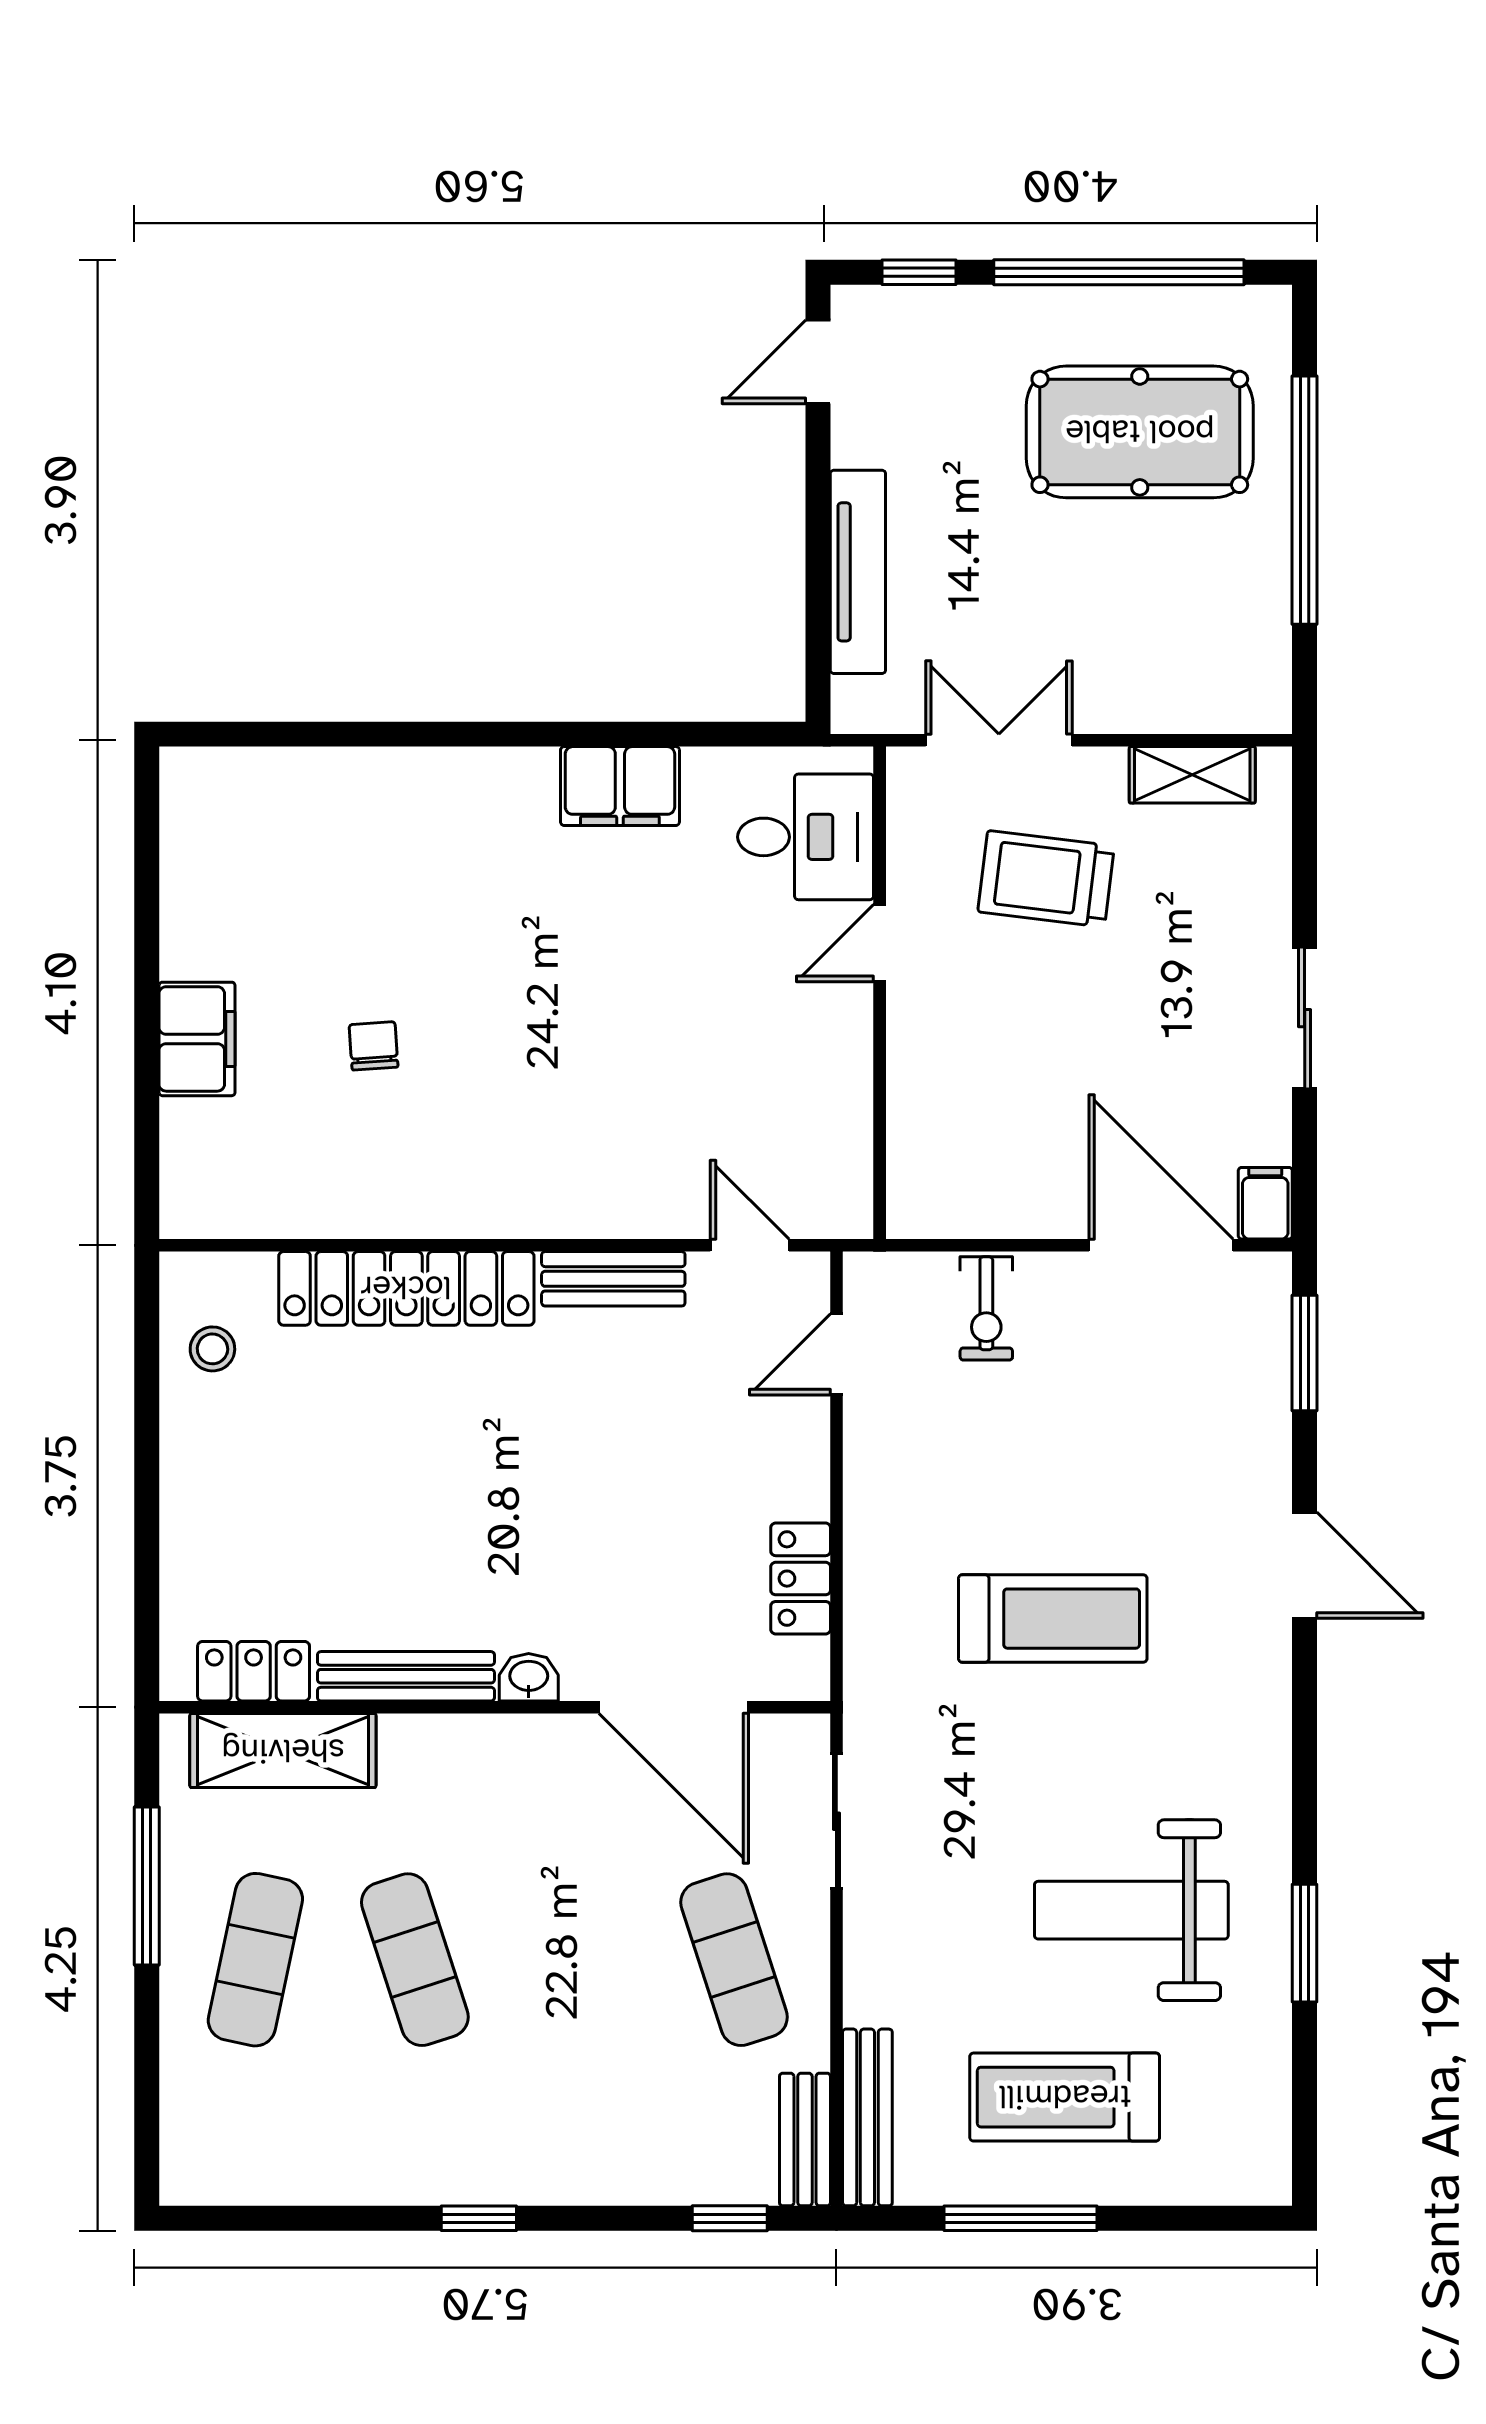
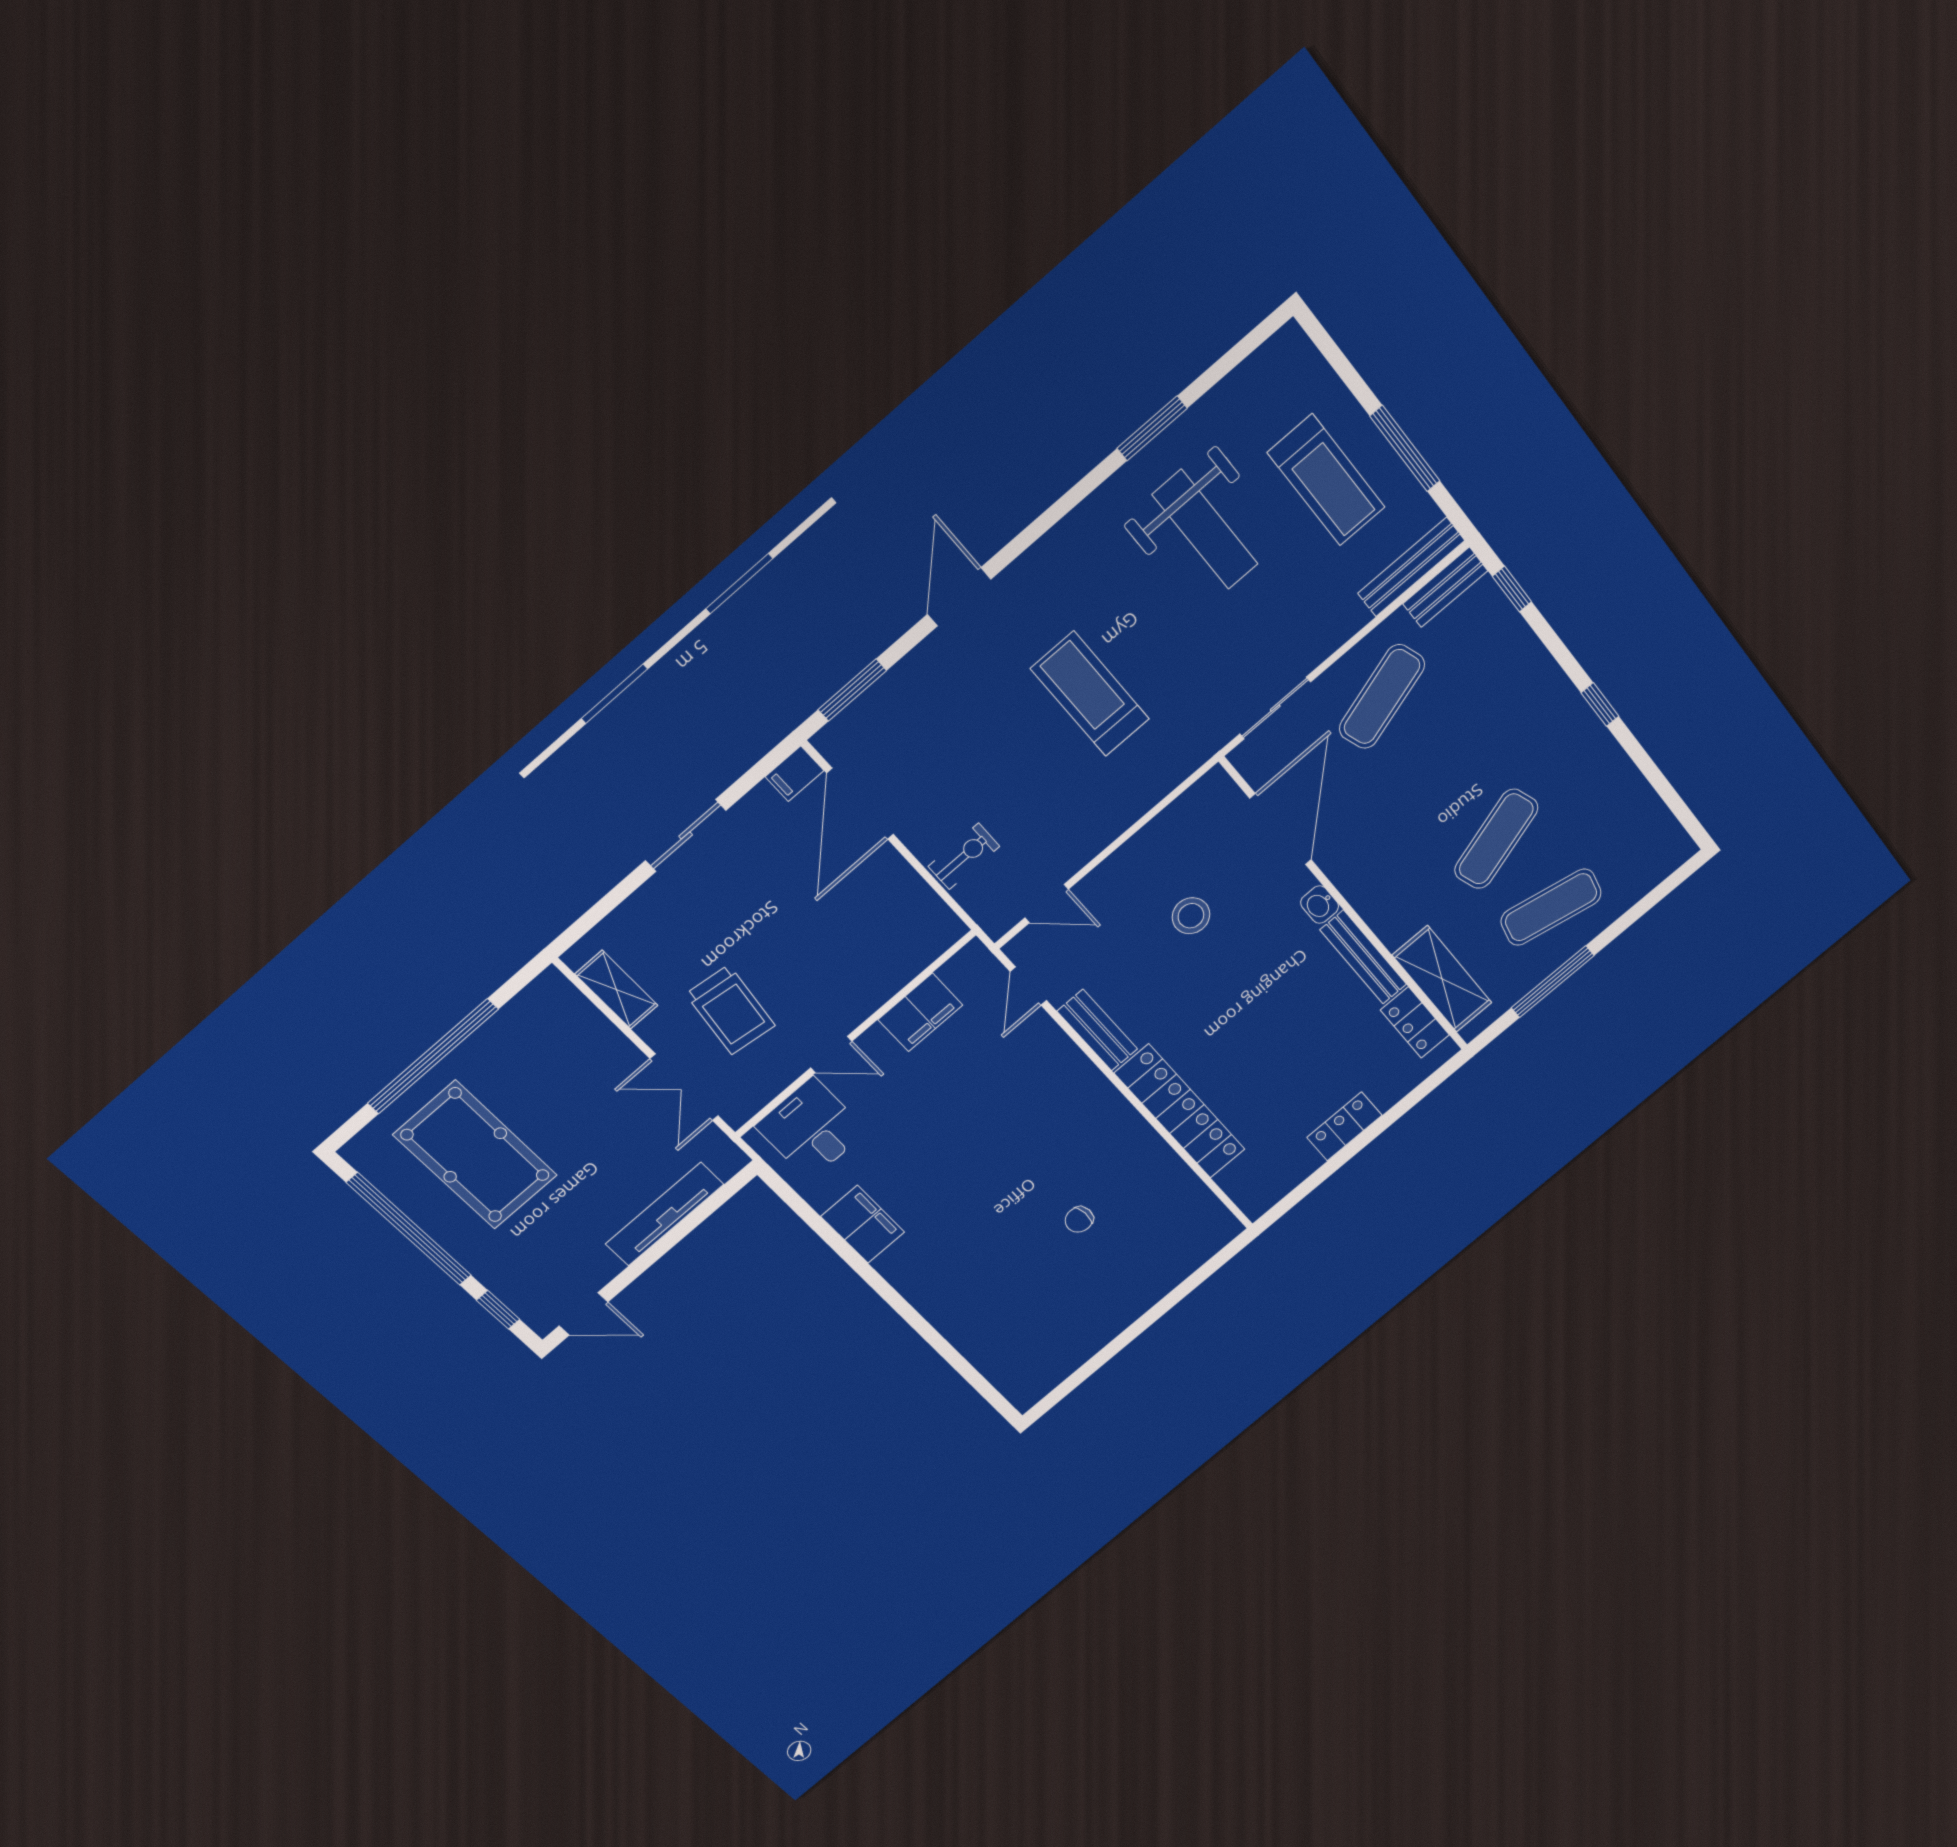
filing cabinet: (197, 1039) -> (920, 1012), moved, turned 180
stool: (212, 1349) -> (1191, 916), moved, width x1.37, depth x1.37
locker: (801, 1579) -> (1344, 1126), moved, turned 180

